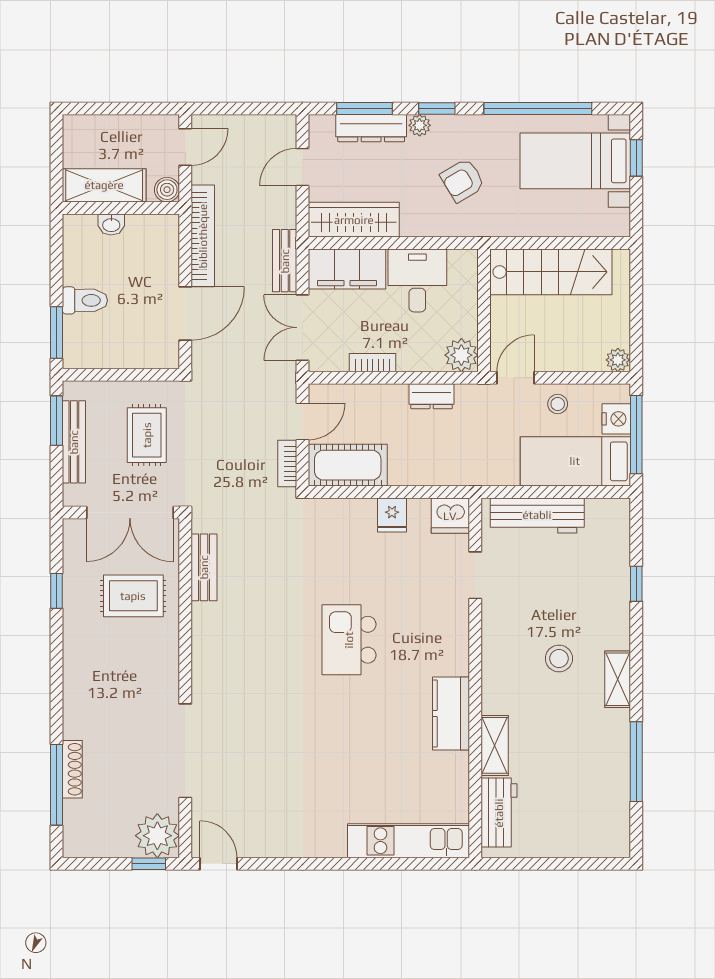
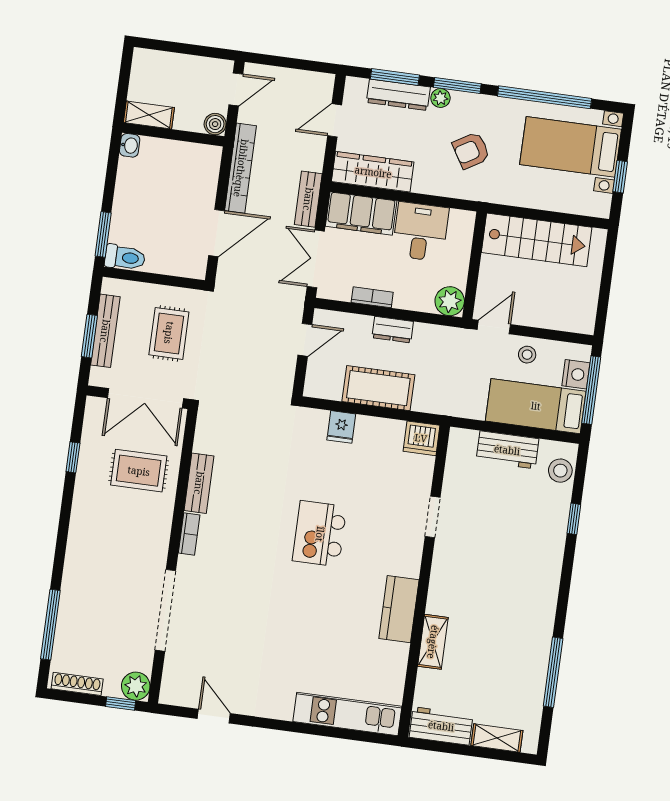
window: (437, 108) -> (457, 85), width x1.50
window: (636, 158) -> (620, 177), moved
shelving: (104, 185) -> (149, 115), width x0.67, depth x0.75
washbasin: (111, 224) -> (130, 145), moved, turned -90
toilet: (85, 300) -> (125, 257), moved
plant: (618, 360) -> (584, 324), removed
dresser: (432, 396) -> (393, 330), moved
window: (57, 421) -> (89, 336), moved
bookcase: (287, 464) -> (189, 534), moved, turned 180
cot: (348, 465) -> (378, 388), moved
fridge: (392, 515) -> (341, 427), moved
workbench: (537, 515) -> (507, 450), width x0.73
bench: (204, 567) -> (199, 483), moved
doorway: (475, 575) -> (433, 517), moved
stool: (559, 658) -> (560, 471), moved
shelving: (618, 679) -> (497, 738), moved, turned 90
shoe rack: (72, 769) -> (77, 684), moved, turned -90
workbench: (499, 813) -> (441, 726), moved, turned -90
plant: (157, 836) -> (136, 686), width x0.73, depth x0.73
door: (219, 864) -> (214, 716), moved

